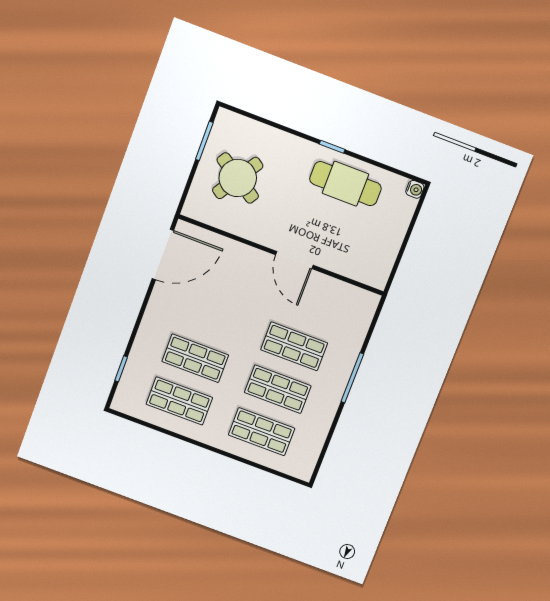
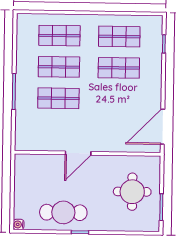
round table: (238, 178) -> (132, 192), turned -33
door: (294, 260) -> (78, 153), swing flipped

